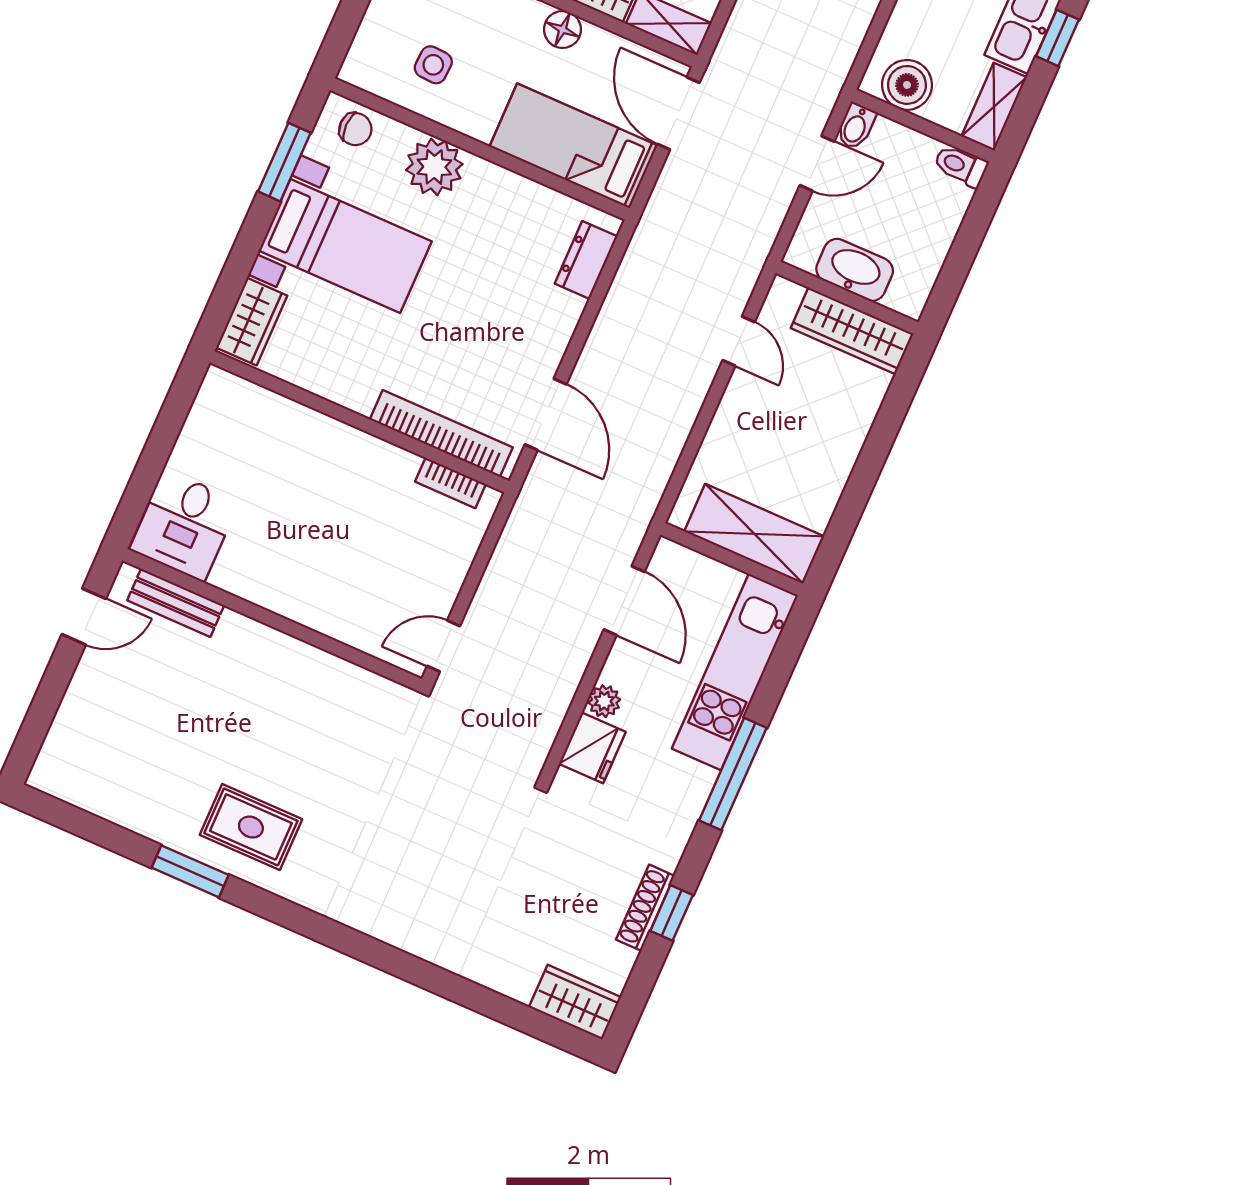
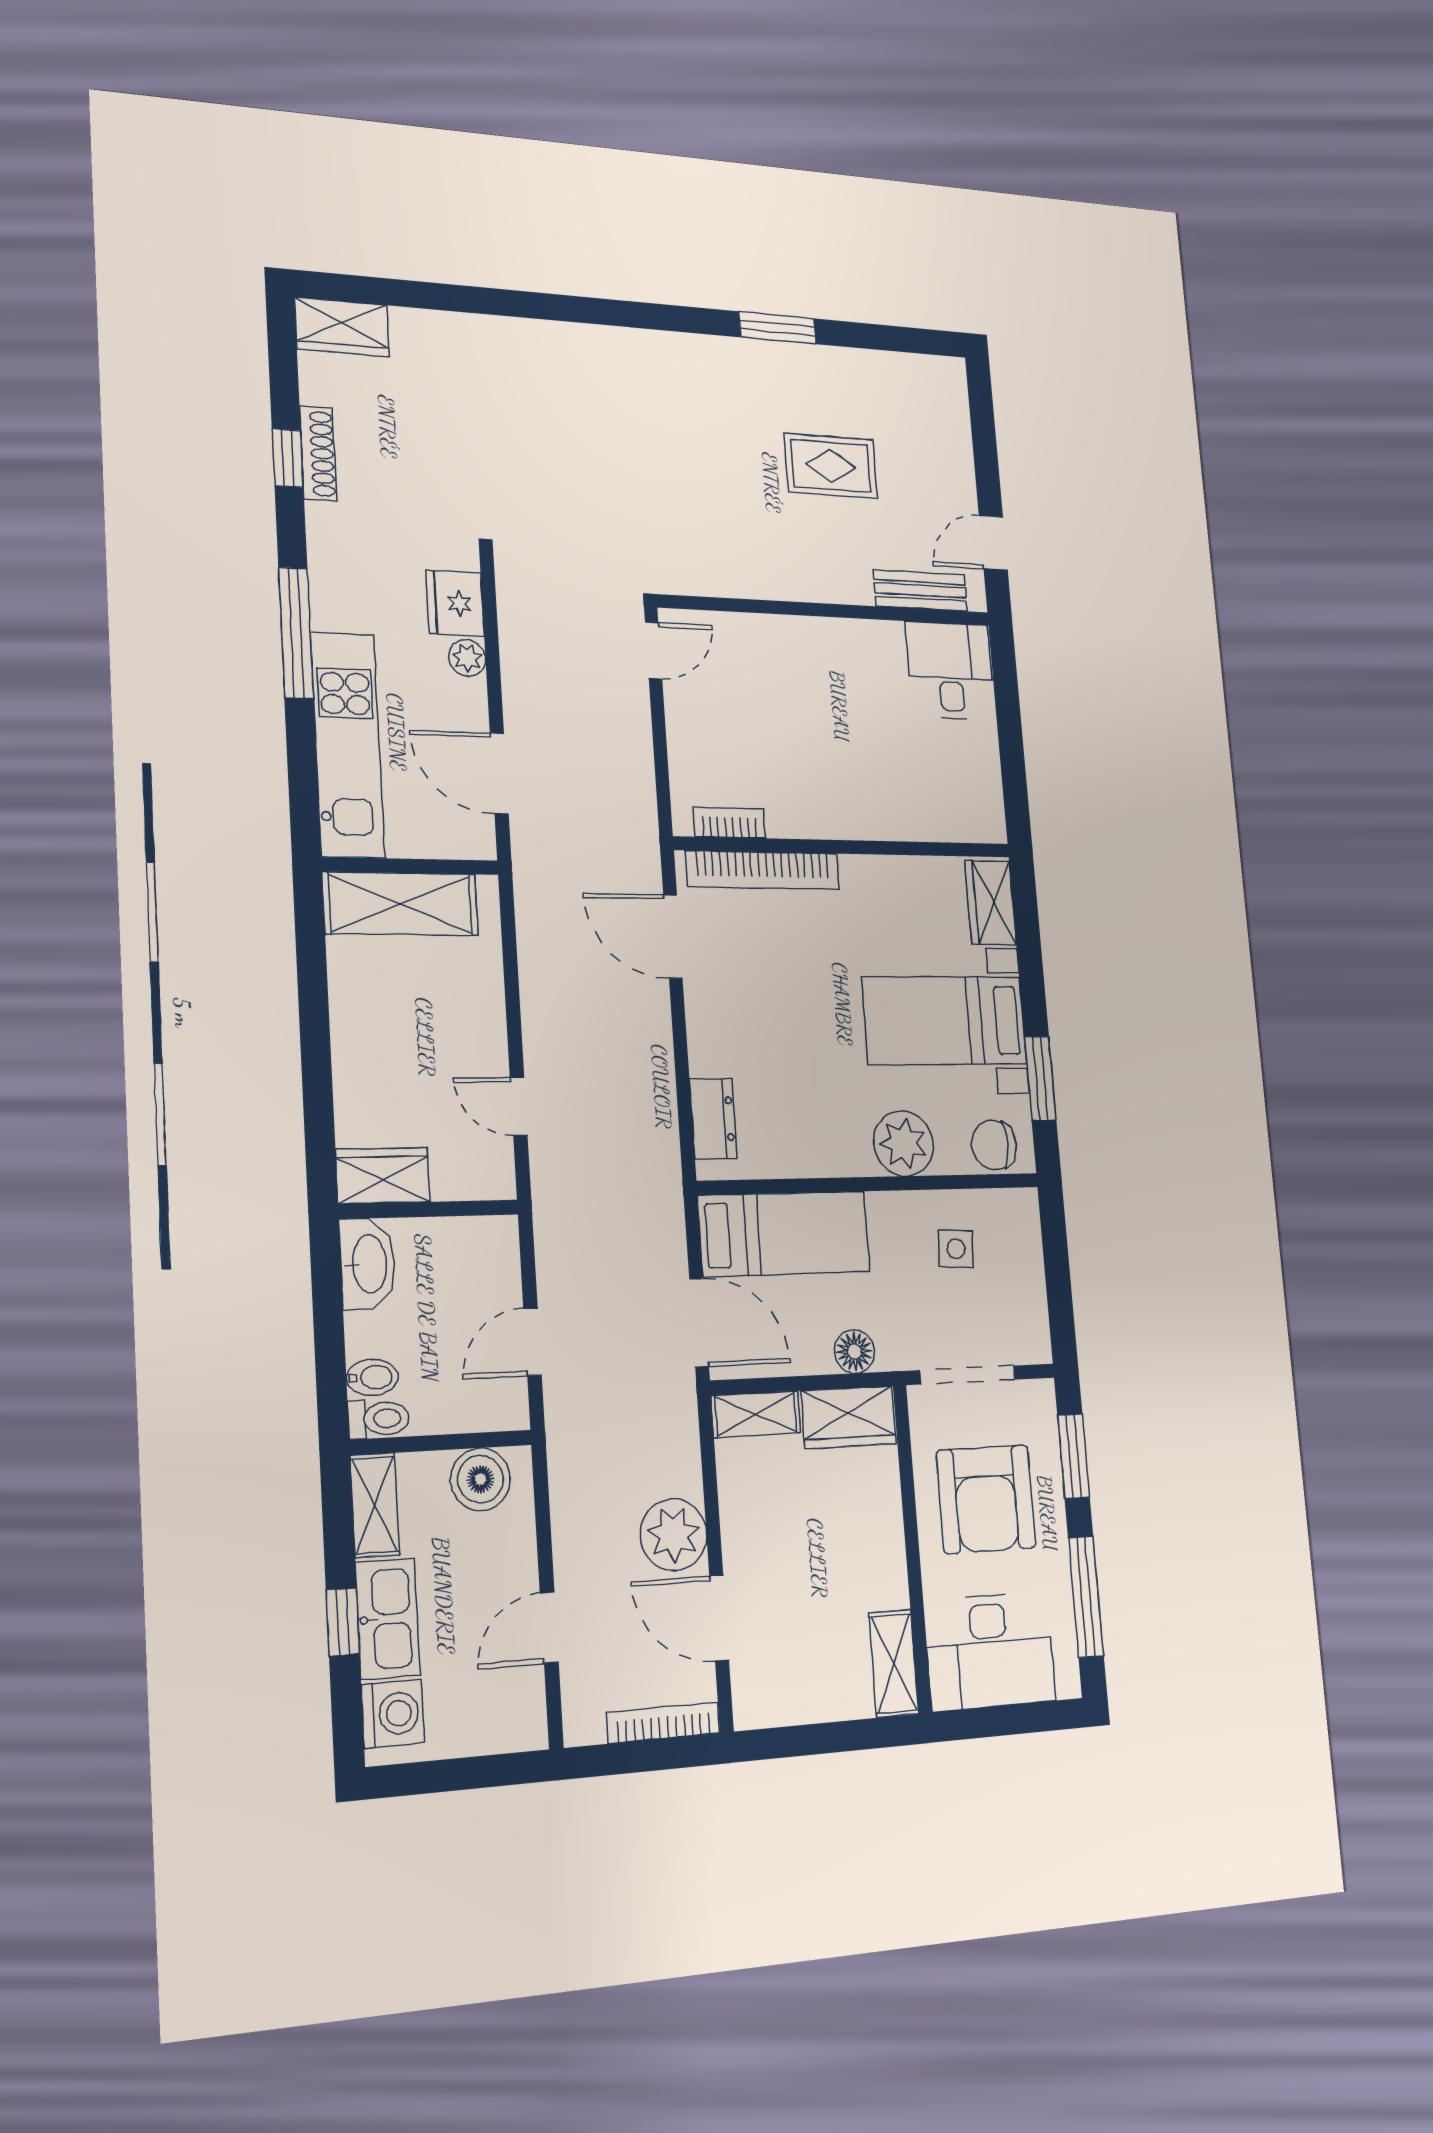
bidet: (856, 126) -> (372, 1377), moved, turned 90
chair: (355, 129) -> (994, 1145), width x1.37, depth x1.37
washbasin: (855, 270) -> (368, 1264), moved, turned -90
wardrobe: (852, 331) -> (383, 1176), width x0.67
rug: (251, 827) -> (831, 466), moved

